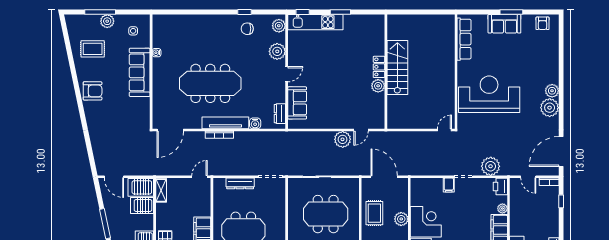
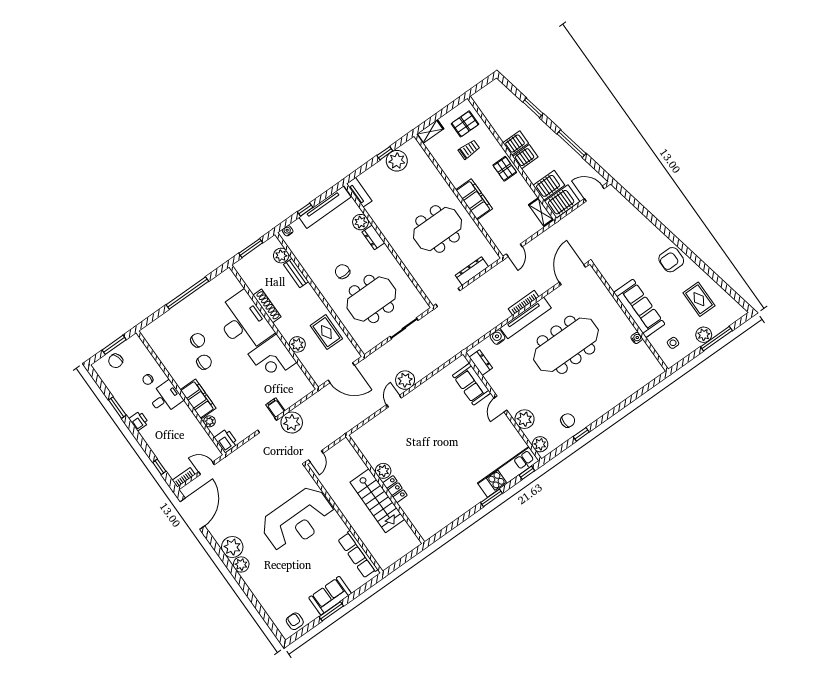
rug: (93, 49) -> (699, 299), turned 90
locker: (379, 67) -> (395, 489), moved
stairs: (397, 67) -> (377, 501), moved
wall: (386, 72) -> (385, 489), moved
plant: (378, 86) -> (383, 471), moved
plant: (491, 166) -> (292, 423), moved

